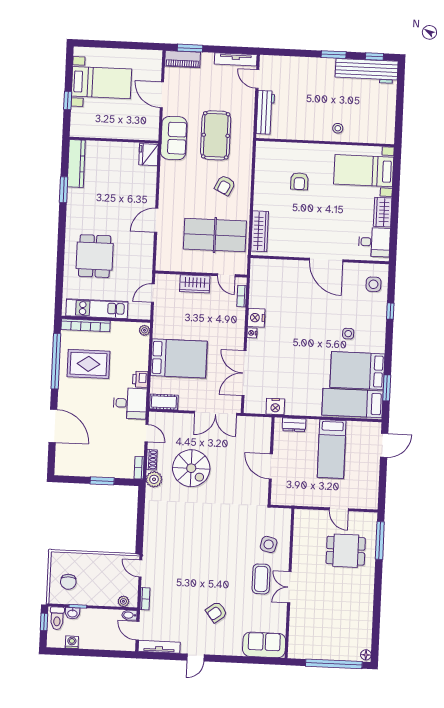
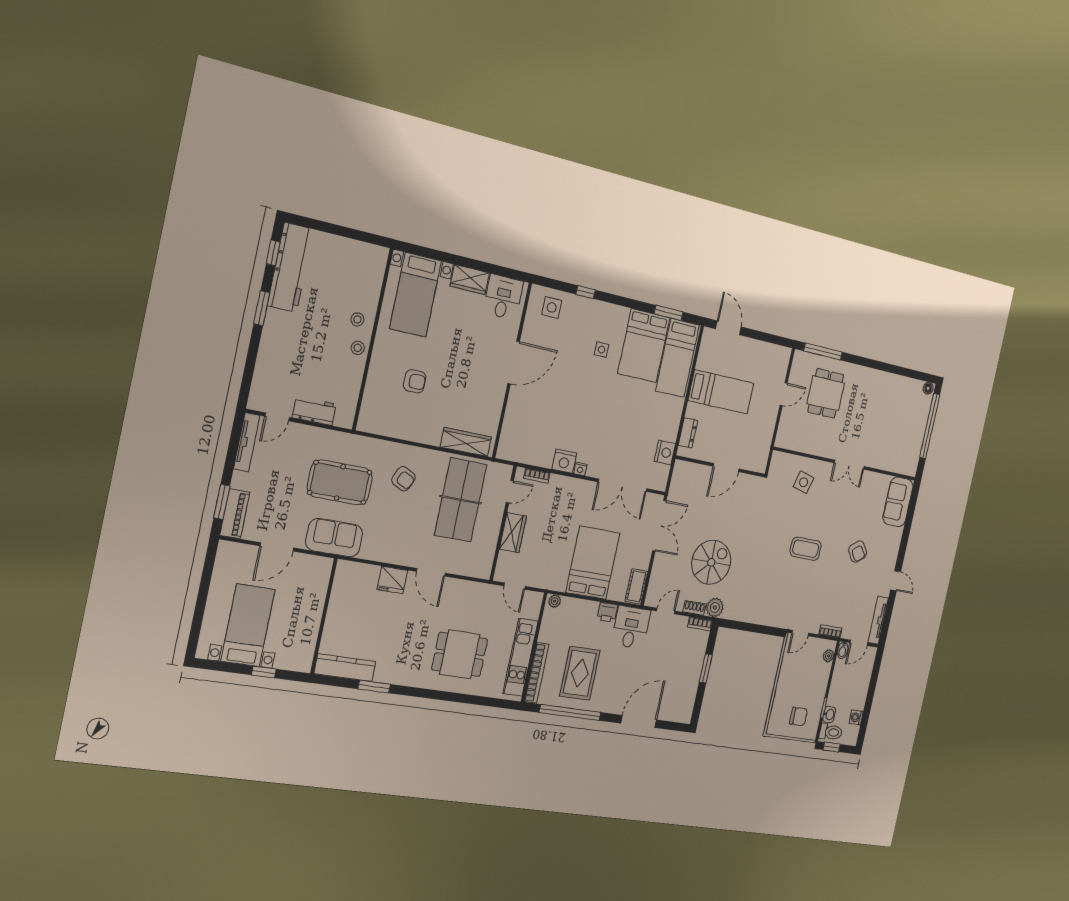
workbench: (265, 112) -> (314, 411), width x0.73
stool: (317, 132) -> (358, 348), added
fridge: (148, 155) -> (392, 580), moved
coffee table: (261, 579) -> (806, 549), moved

